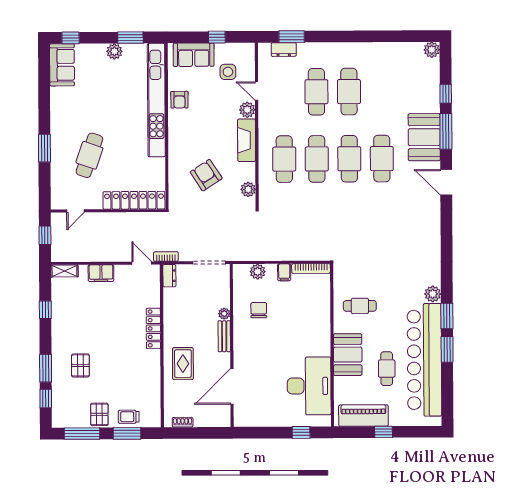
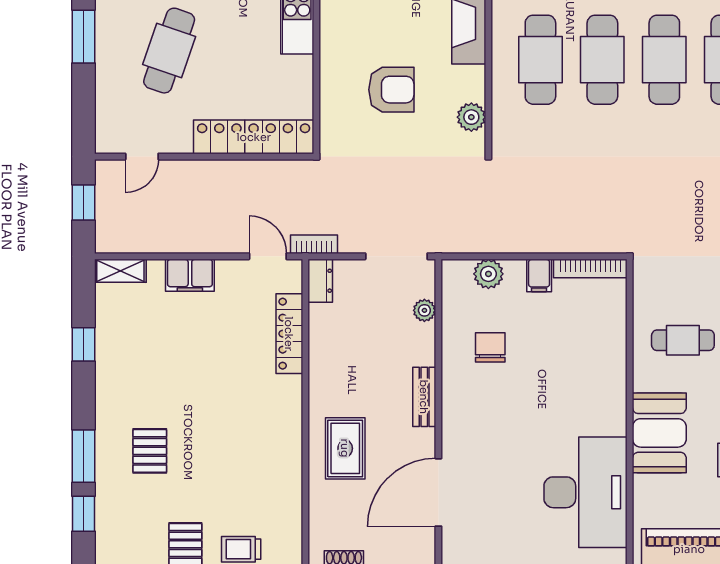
armchair: (206, 175) -> (391, 90), turned 123
plant: (224, 314) -> (424, 310), moved
locker: (153, 328) -> (289, 334), moved

